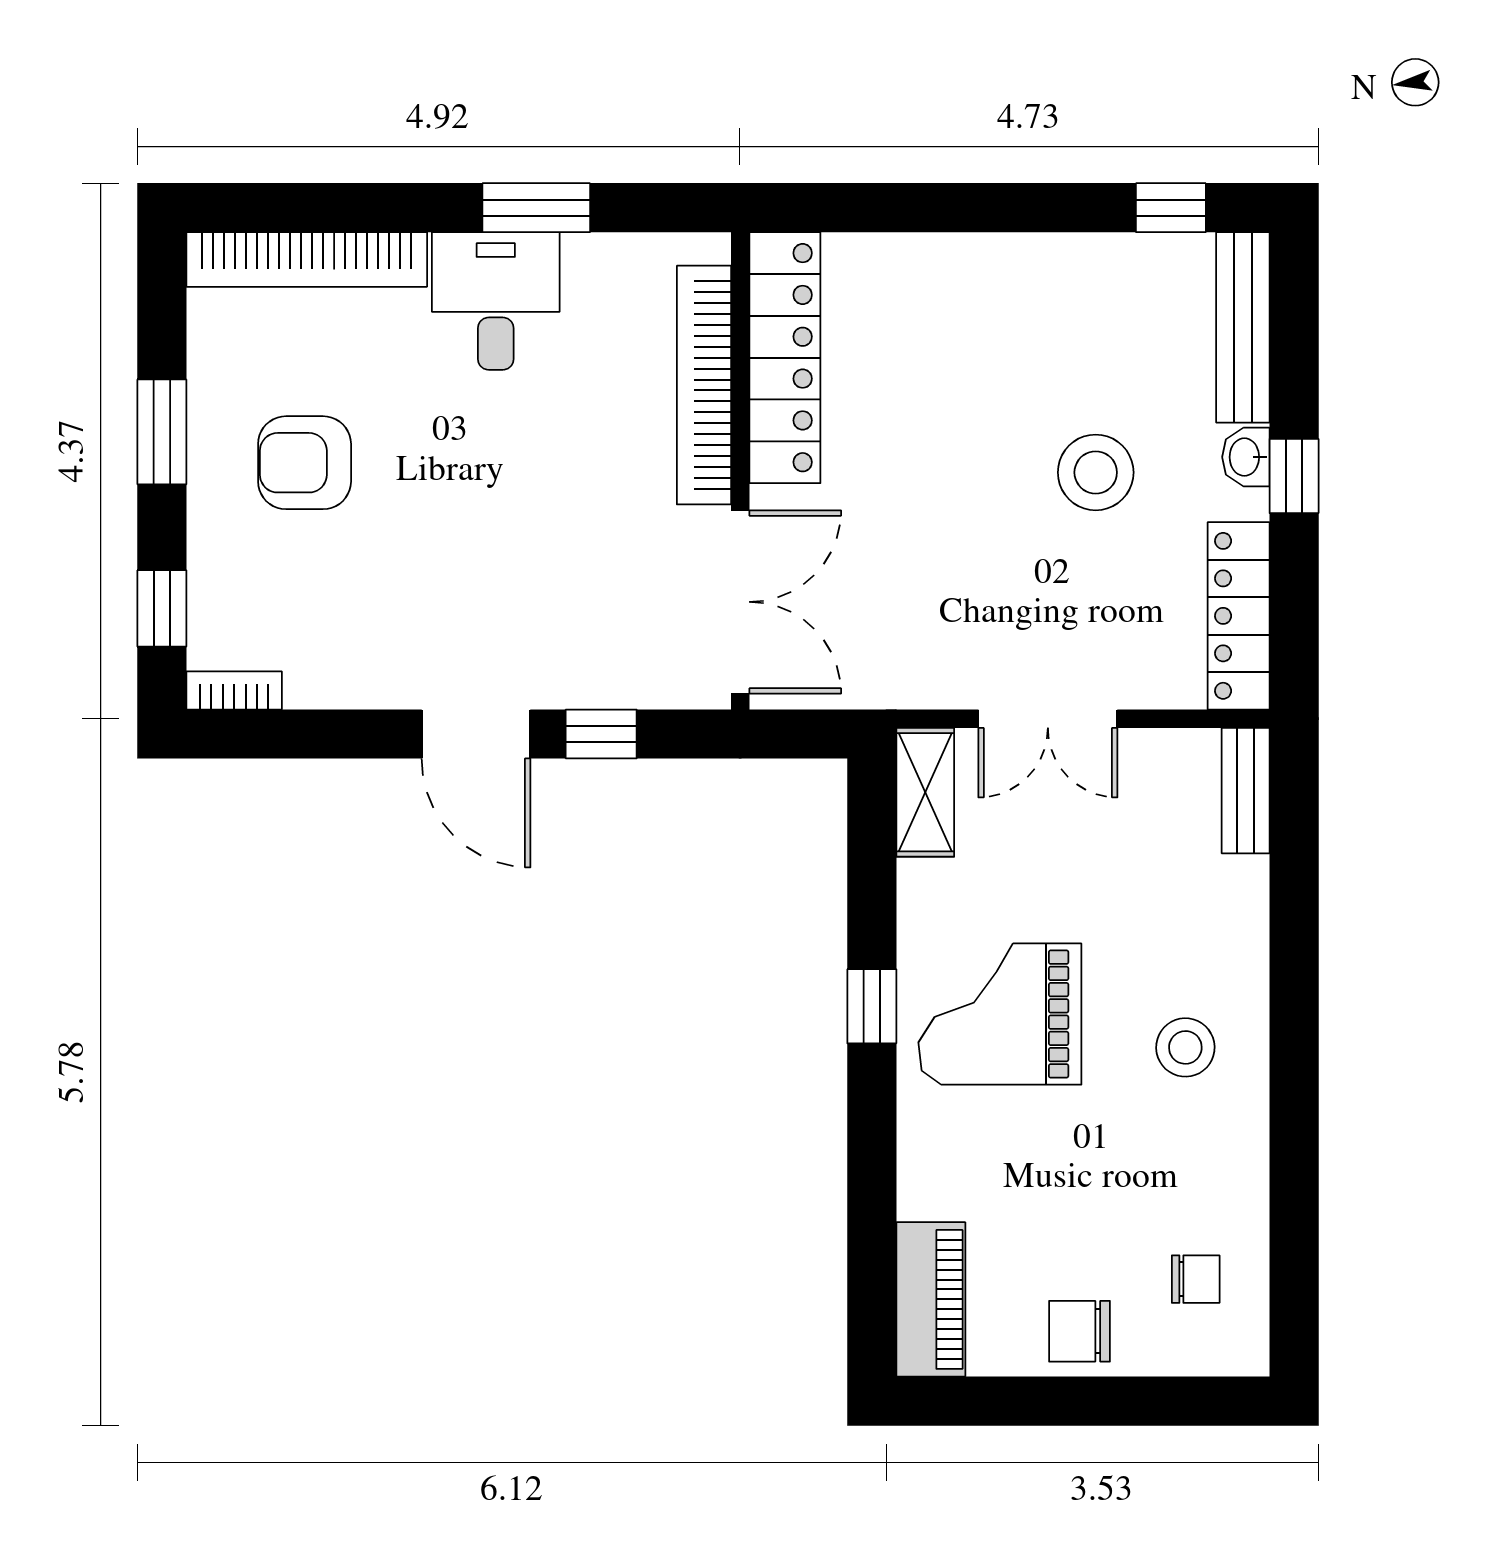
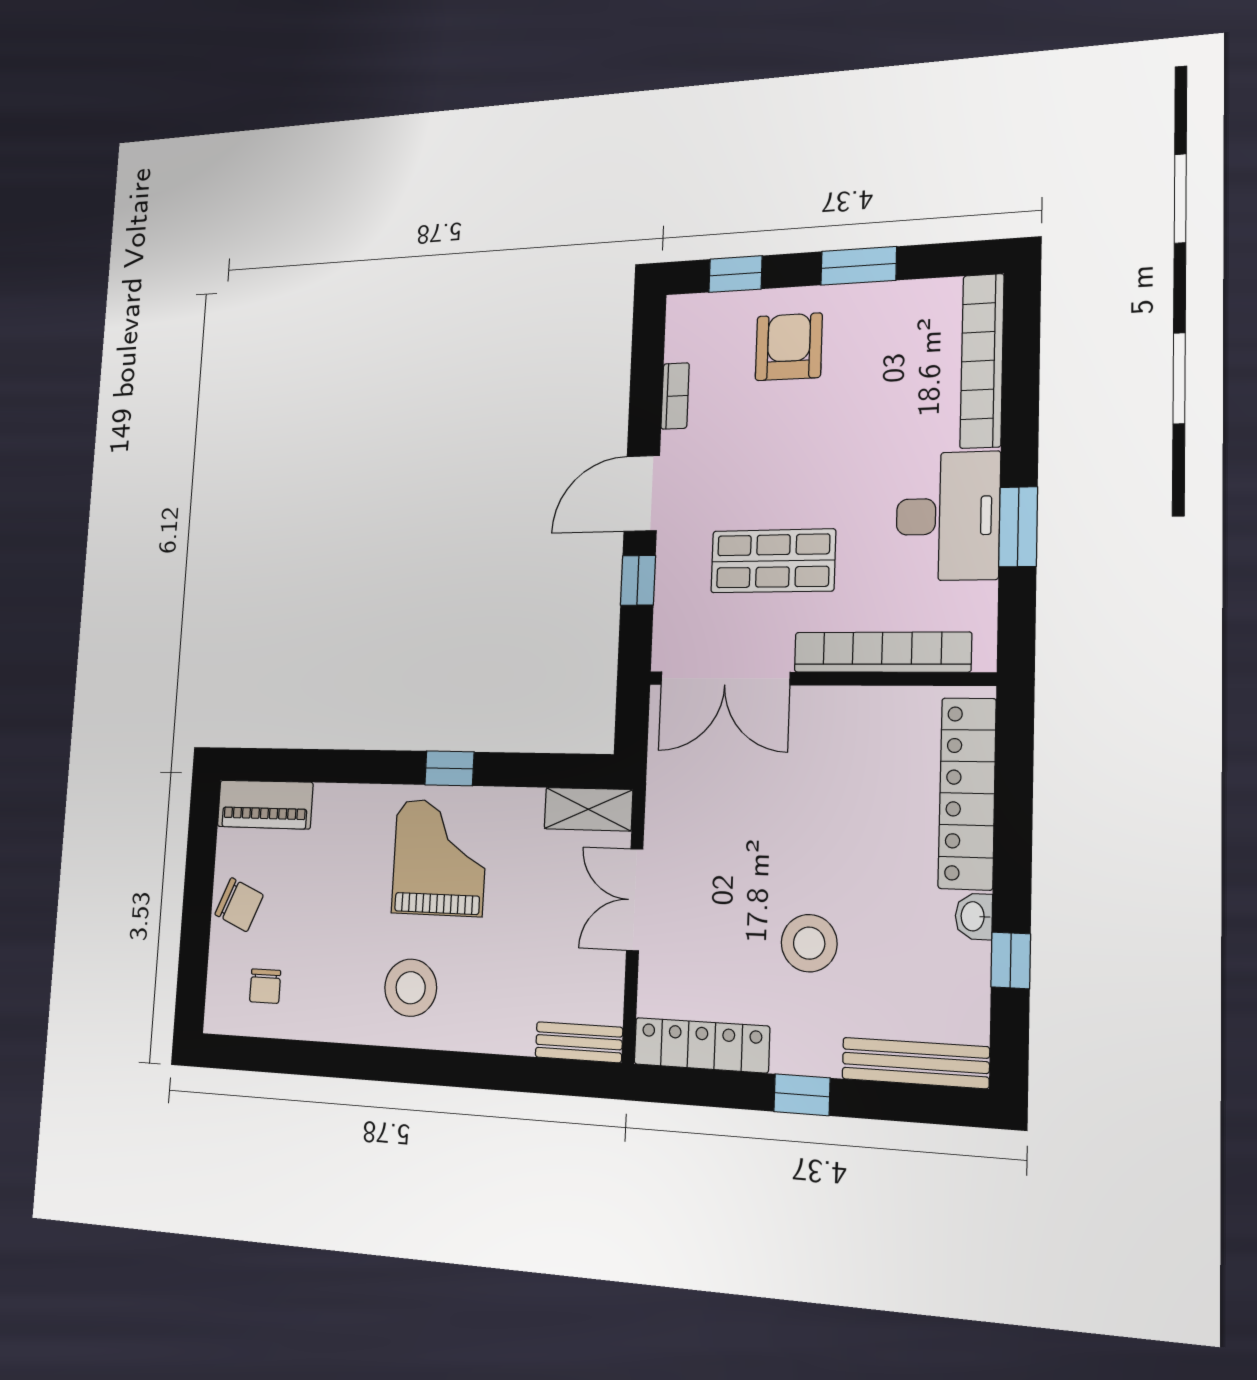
window: (1171, 208) -> (1011, 960), moved
desk: (496, 301) -> (948, 516), width x1.37
locker: (785, 358) -> (967, 793), moved, turned 90
washbasin: (1246, 457) -> (974, 916), moved, turned -90
armchair: (305, 463) -> (789, 347), moved
shop shelf: (577, 540) -> (773, 561), added
bookcase: (234, 690) -> (675, 396), moved
stool: (1185, 1047) -> (411, 988), width x1.38, depth x1.38
chair: (1080, 1331) -> (239, 905), turned 113

